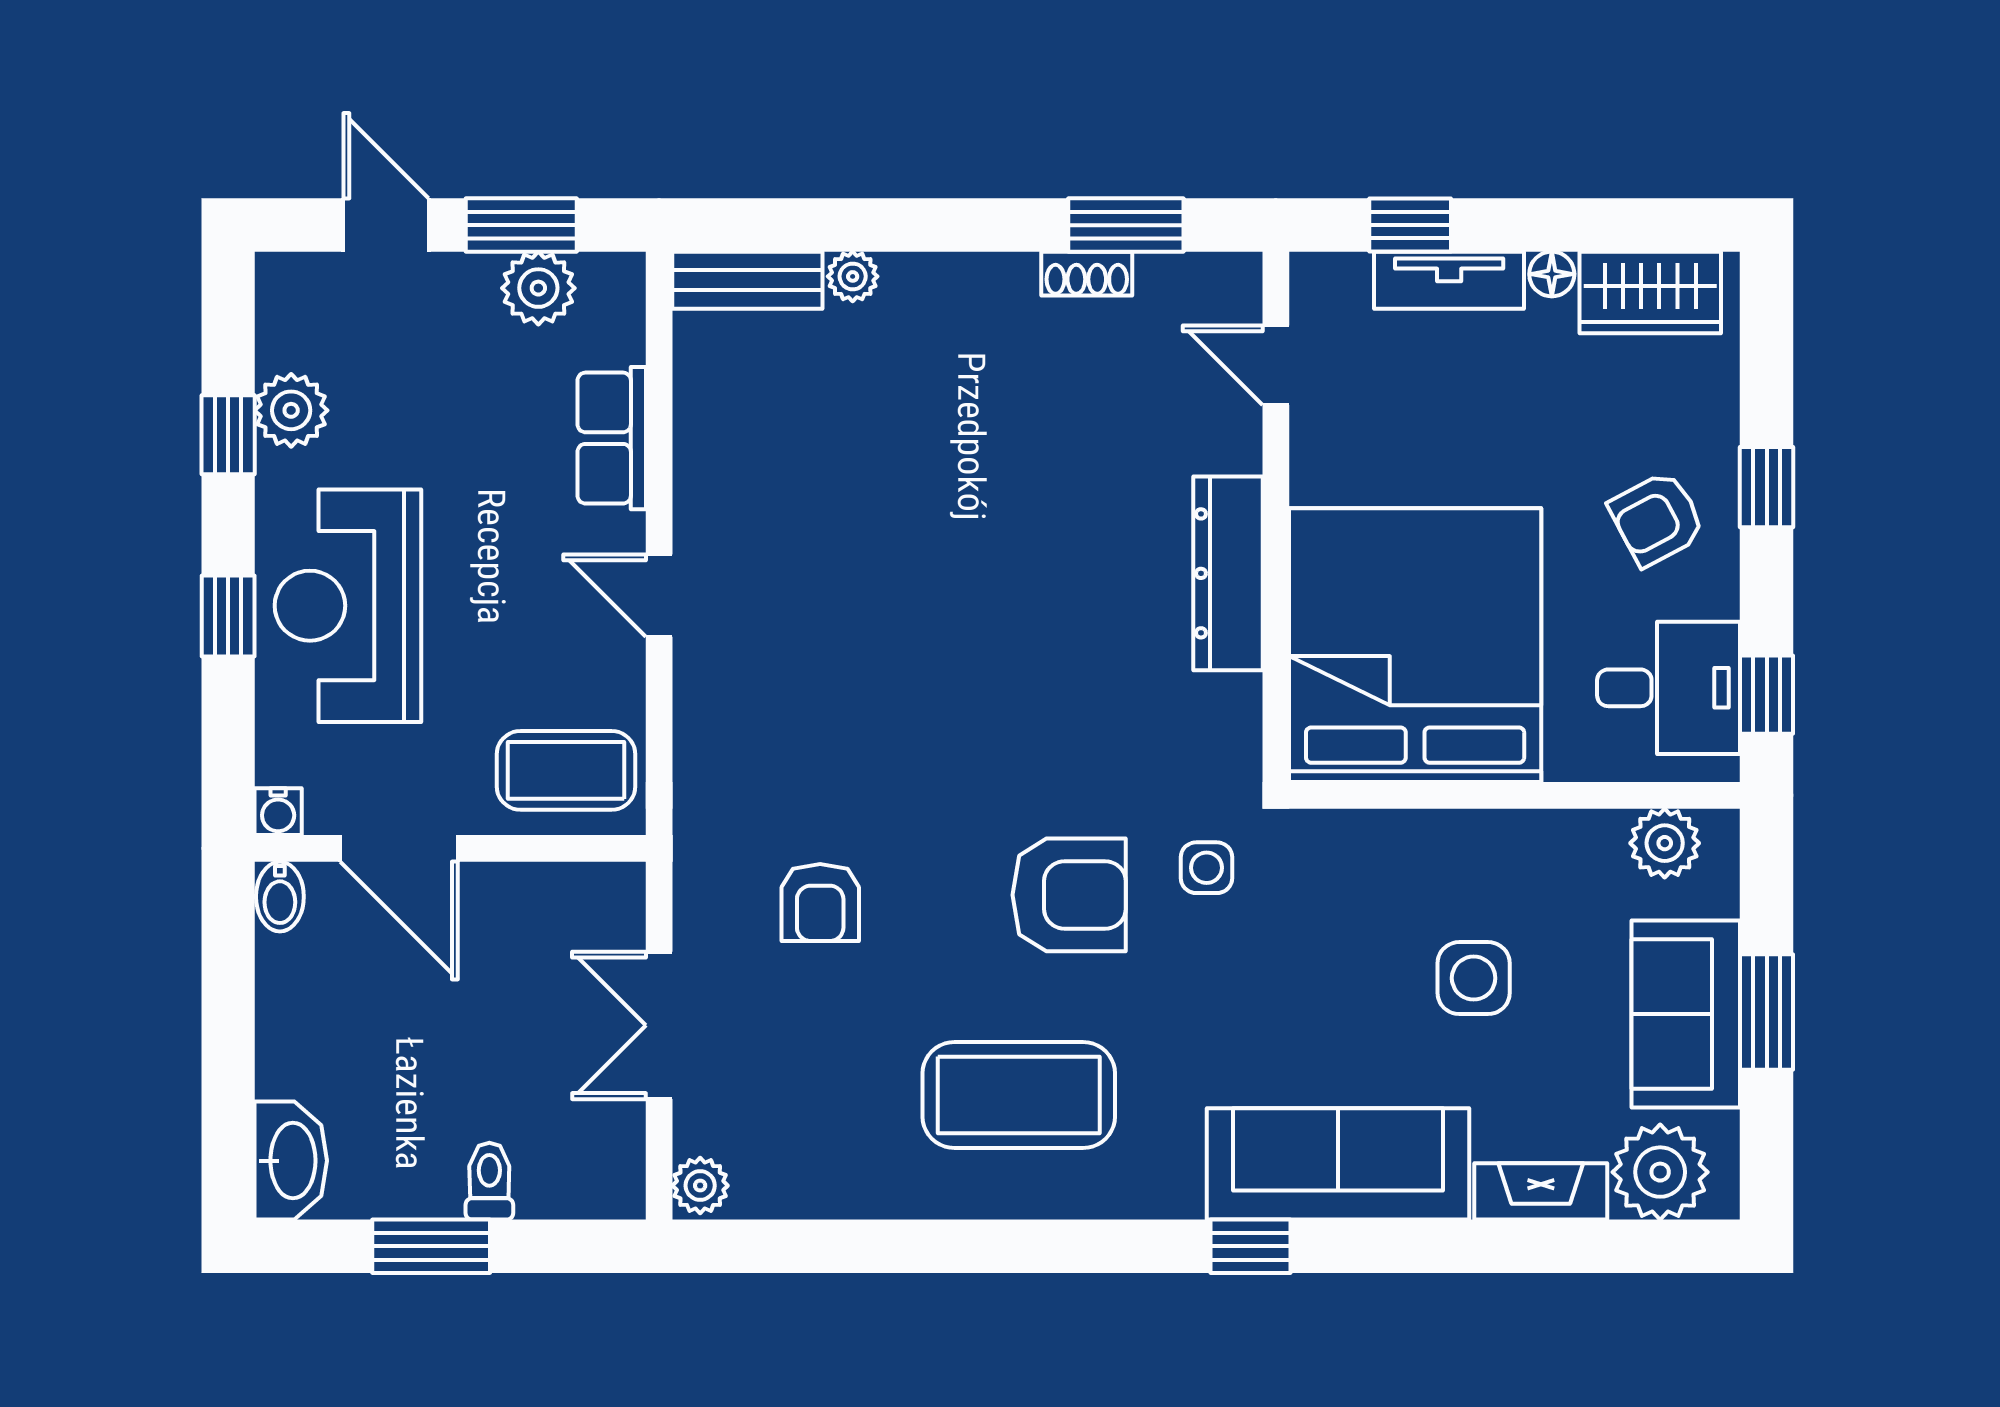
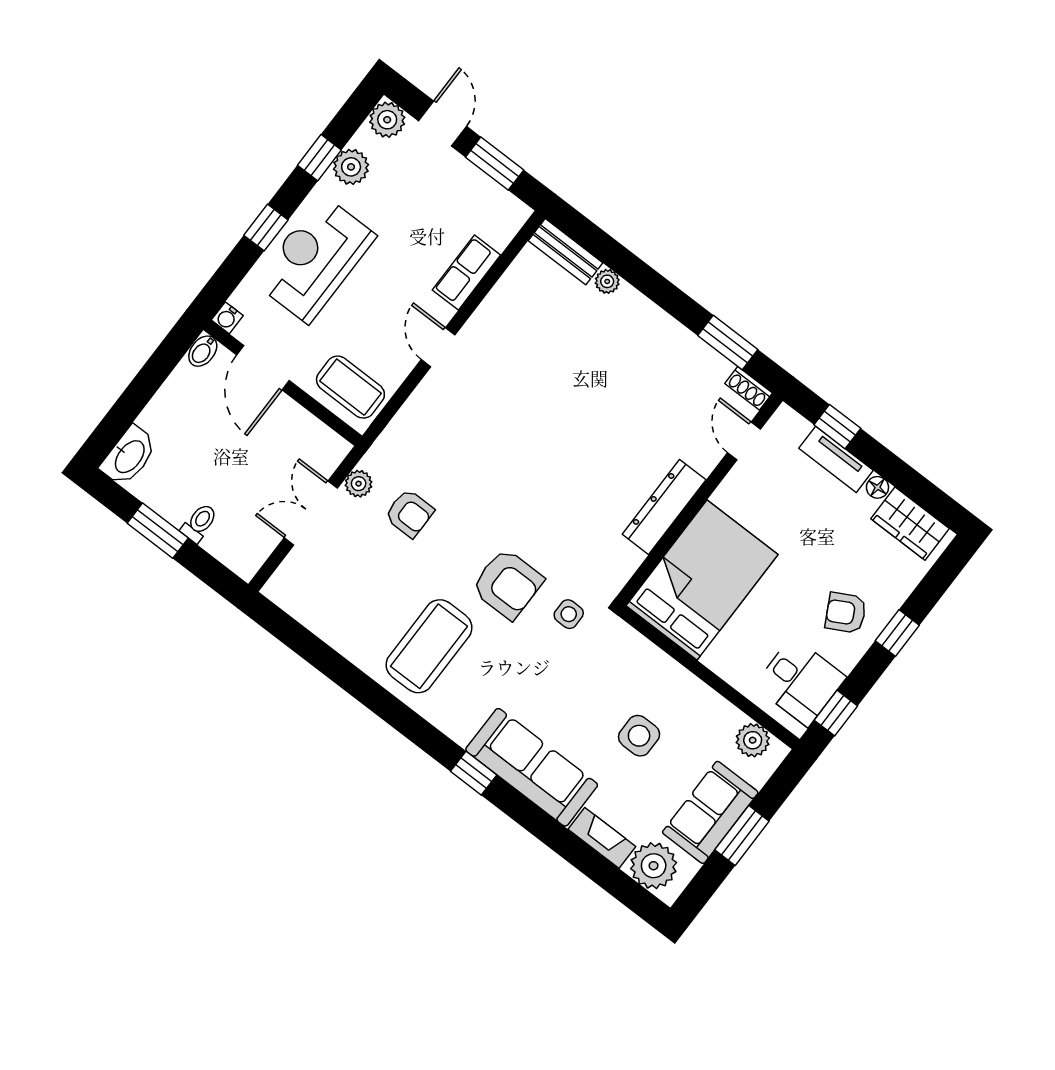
shoe rack: (1087, 274) -> (749, 388), moved
plant: (538, 288) -> (387, 120), moved
bed: (1415, 645) -> (702, 580), width x0.73
armchair: (820, 903) -> (409, 513), turned -90
coffee table: (1019, 1095) -> (429, 646), turned 90
plant: (700, 1186) -> (359, 484), moved

